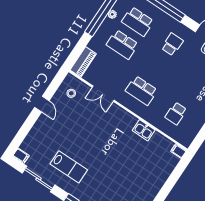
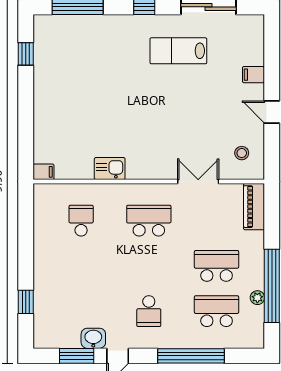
filing cabinet: (21, 156) -> (254, 75), moved

